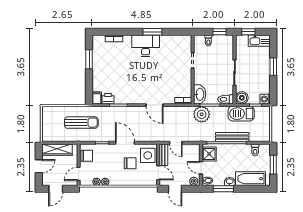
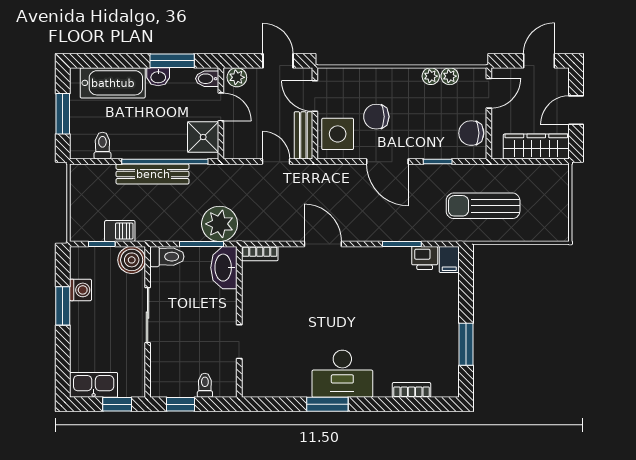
window: (273, 67) -> (63, 306), moved
washing machine: (265, 99) -> (81, 290), moved
barbecue: (241, 114) -> (120, 231), width x0.53, depth x0.65

